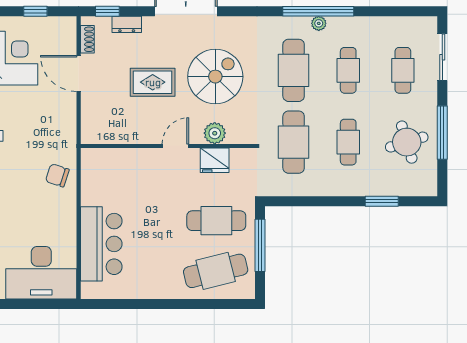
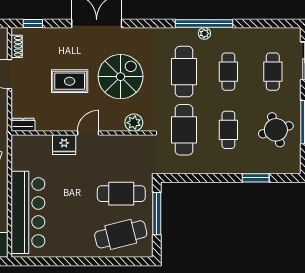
dresser: (127, 24) -> (23, 125), moved, turned 180
plant: (215, 133) -> (134, 123), moved
fridge: (215, 160) -> (64, 145), moved
bar counter: (101, 244) -> (28, 212), width x1.36

